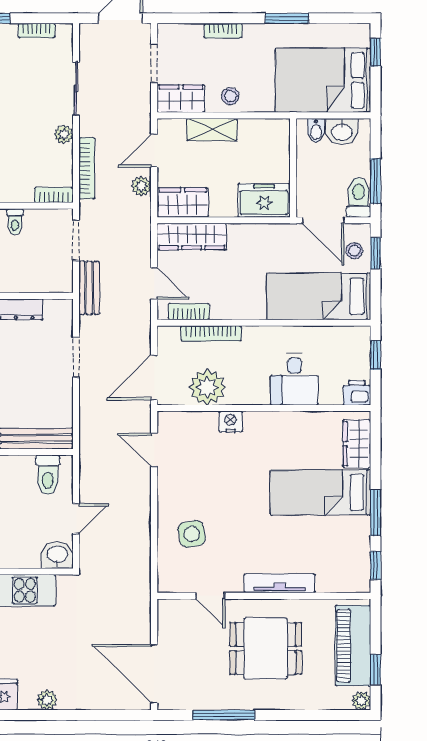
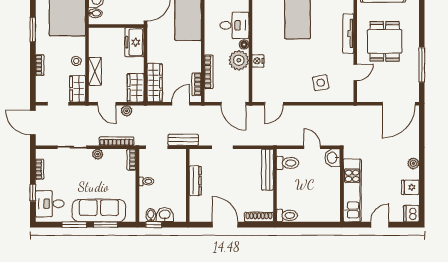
plant: (207, 387) -> (239, 60), moved
floor lamp: (260, 397) -> (244, 44), added

